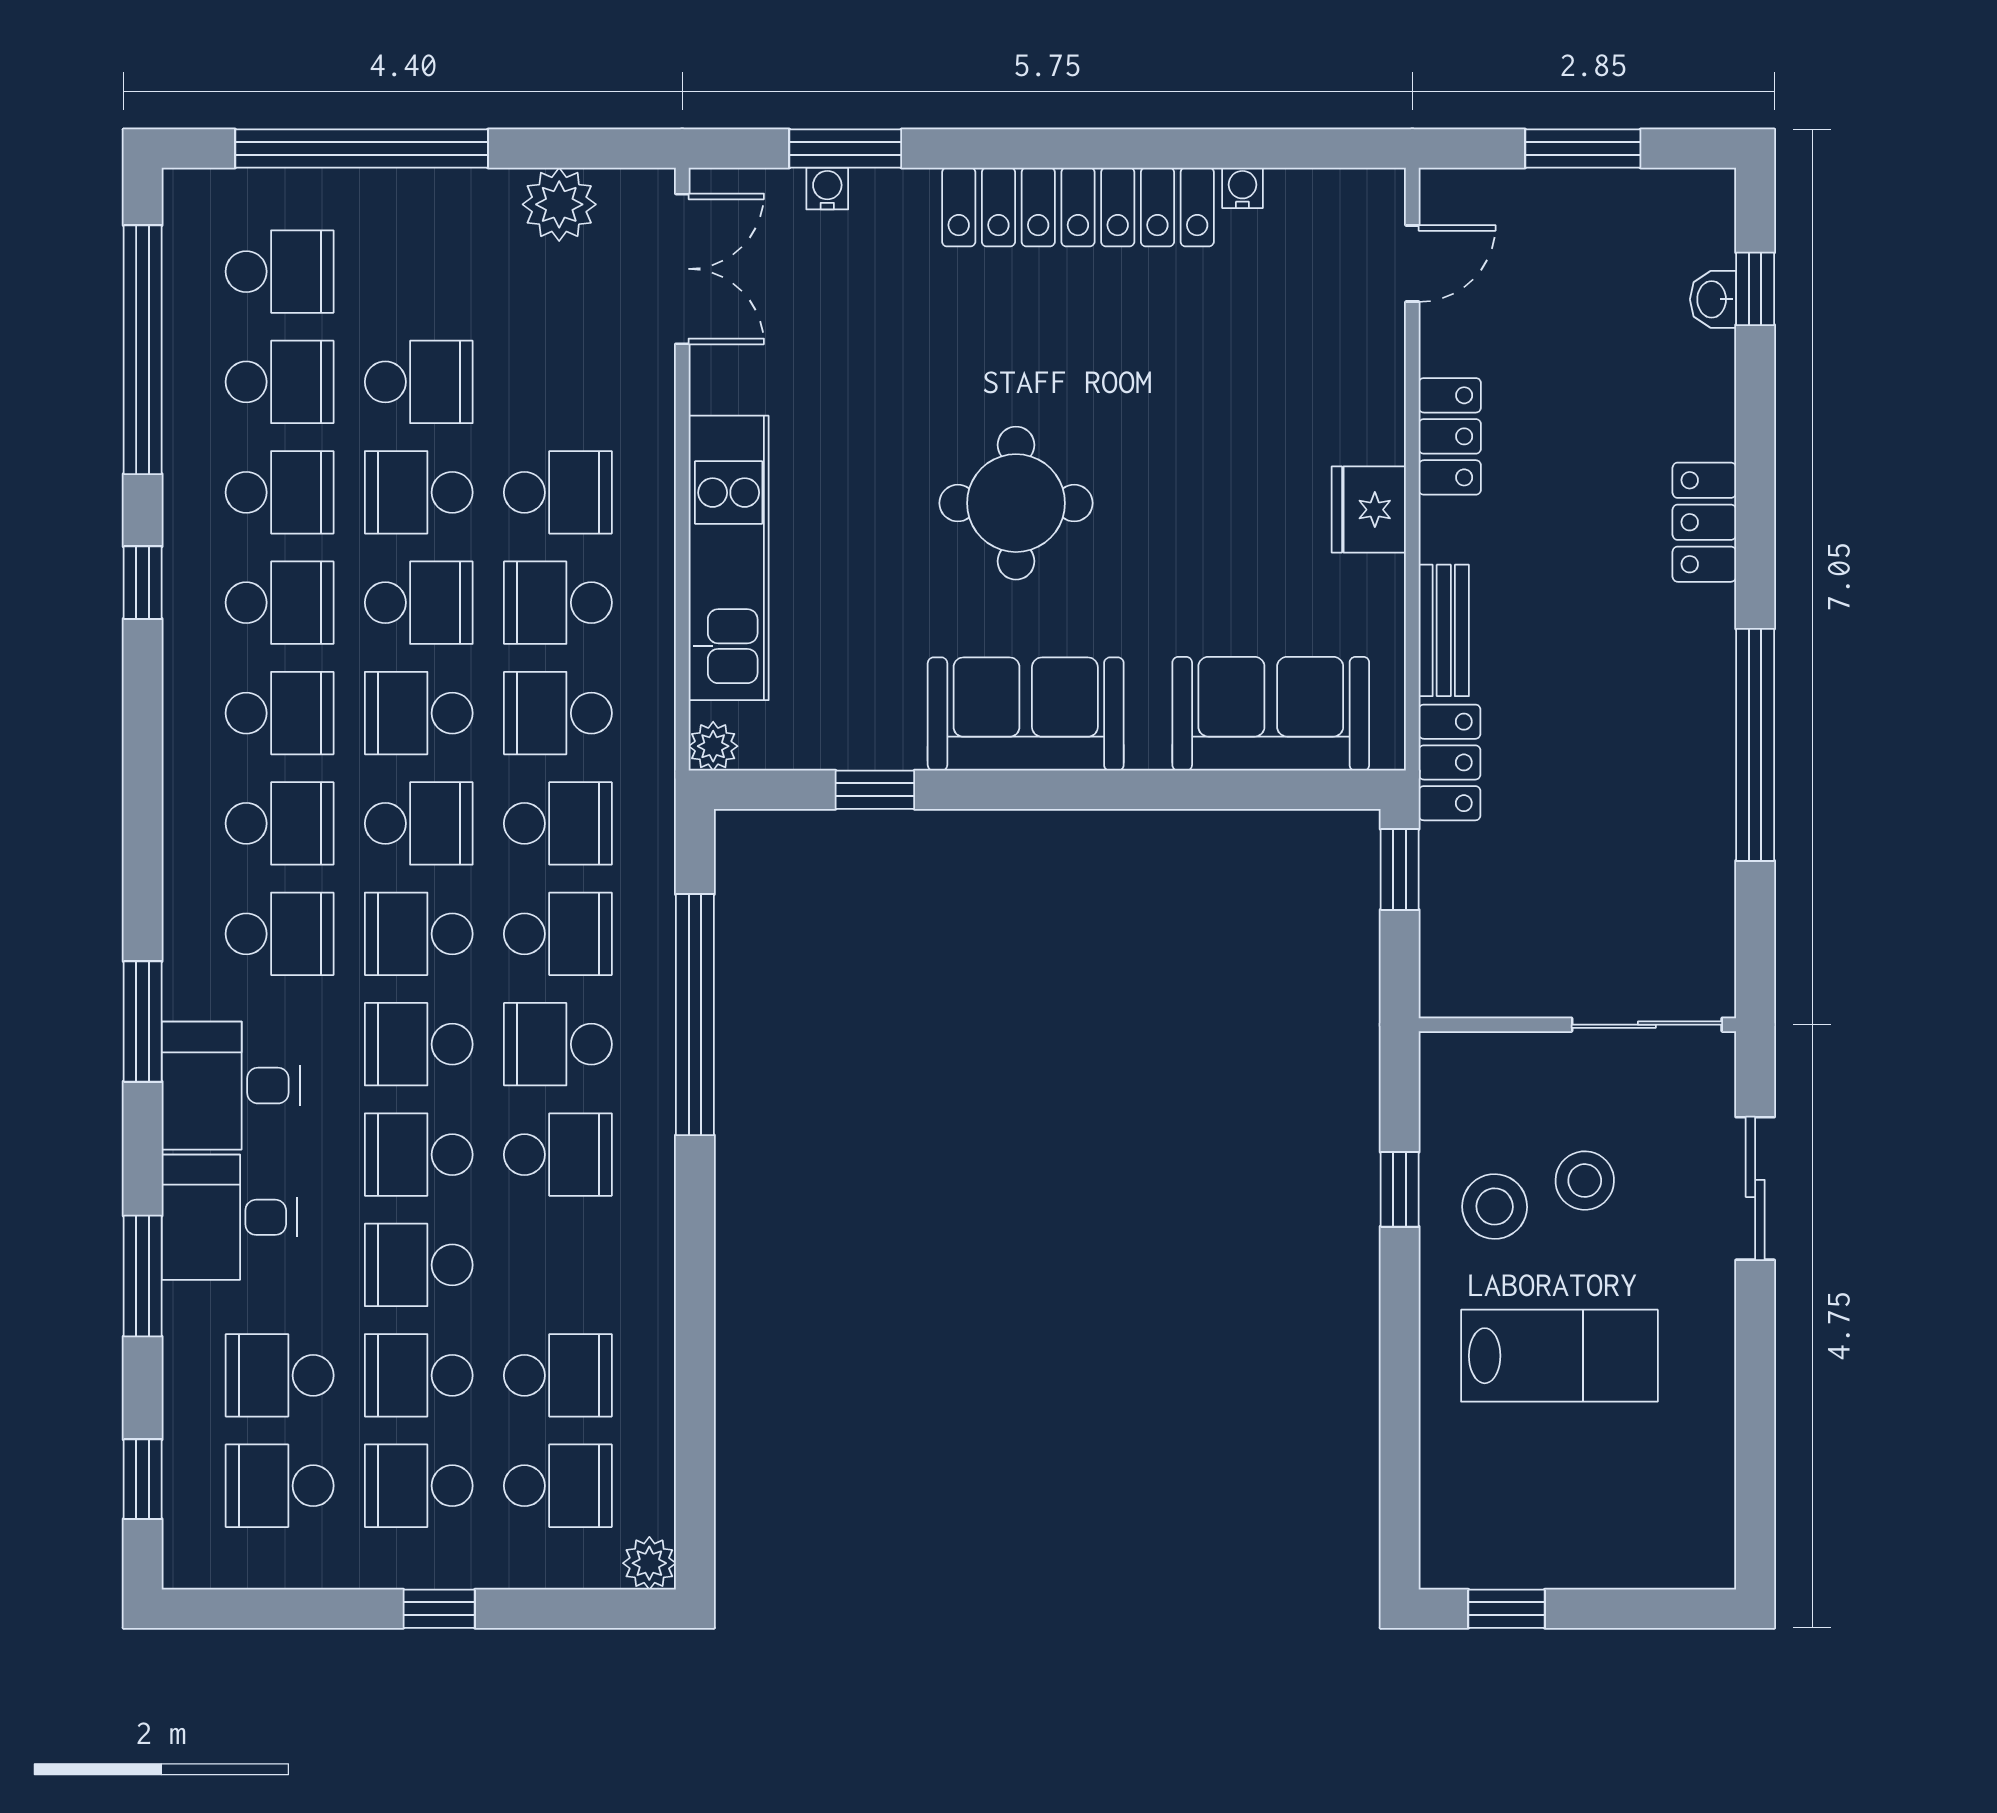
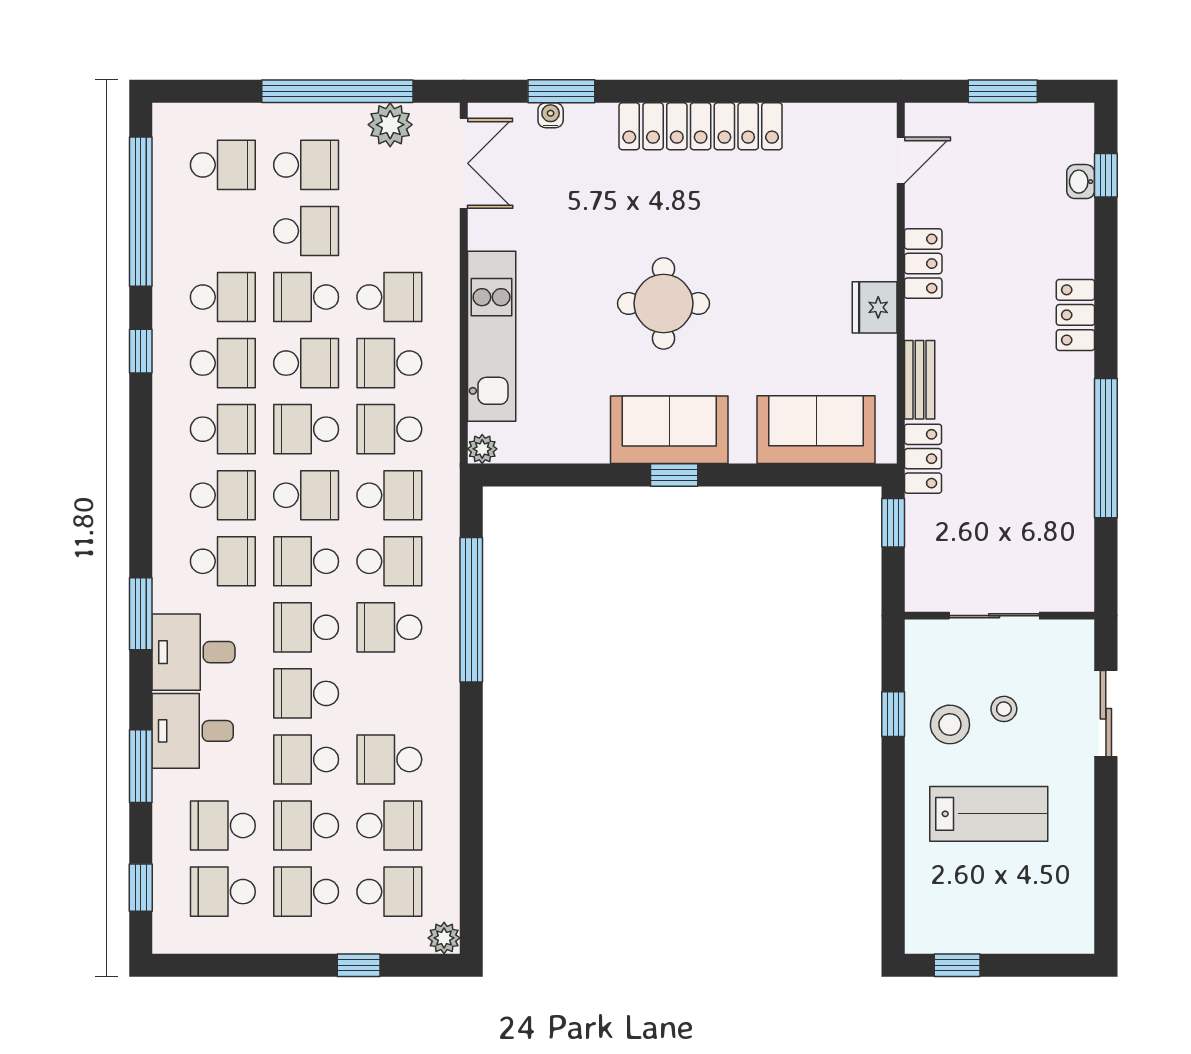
window: (362, 149) -> (337, 91), moved
water cooler: (1242, 188) -> (799, 115), removed
school desk: (280, 382) -> (306, 165), moved
window: (875, 790) -> (674, 475), moved
sliding door: (1647, 1025) -> (994, 616), moved
school desk: (558, 1155) -> (389, 759), moved, turned 180
stool: (1585, 1181) -> (1004, 709), width x0.73, depth x0.73
window: (439, 1609) -> (359, 965), moved

